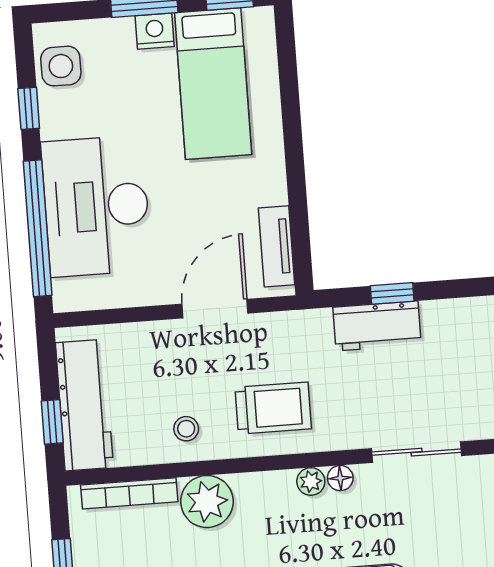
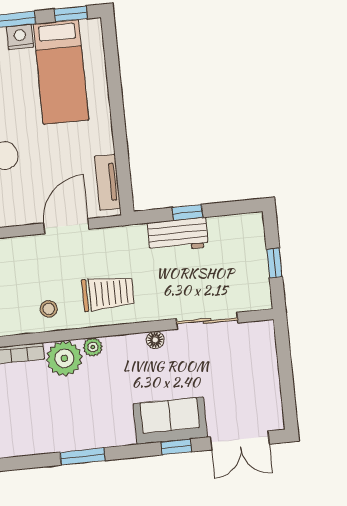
plant: (311, 481) -> (93, 347), moved

